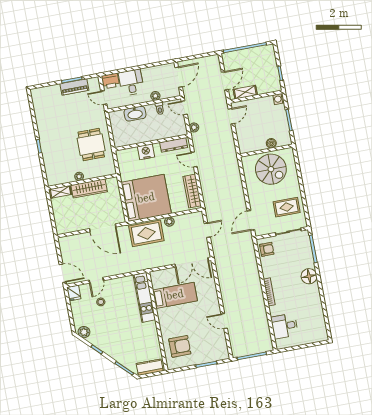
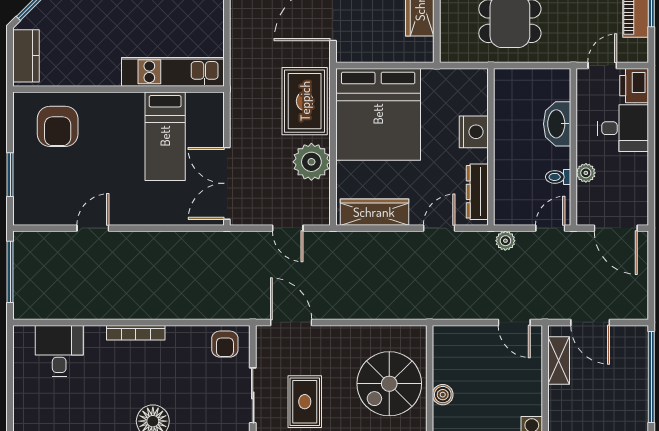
plant: (169, 222) -> (311, 162), width x1.88, depth x1.88

